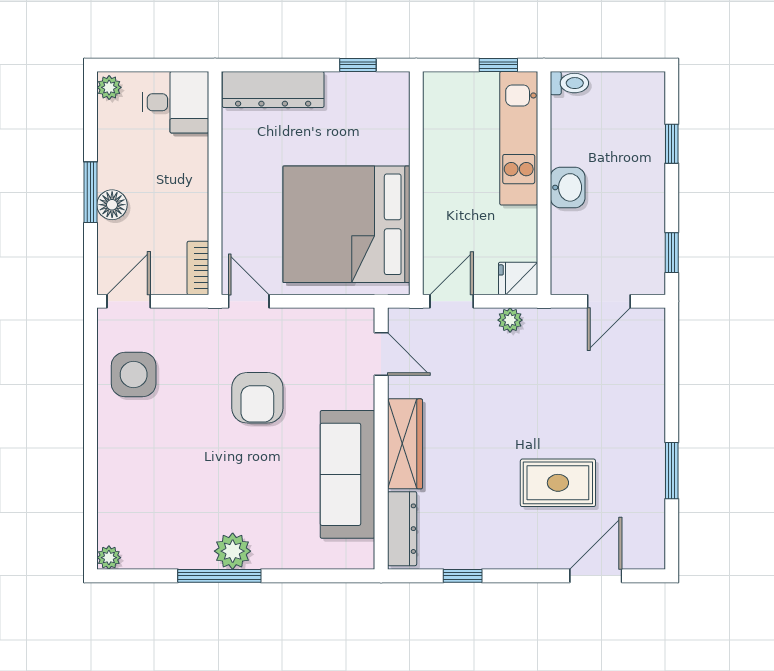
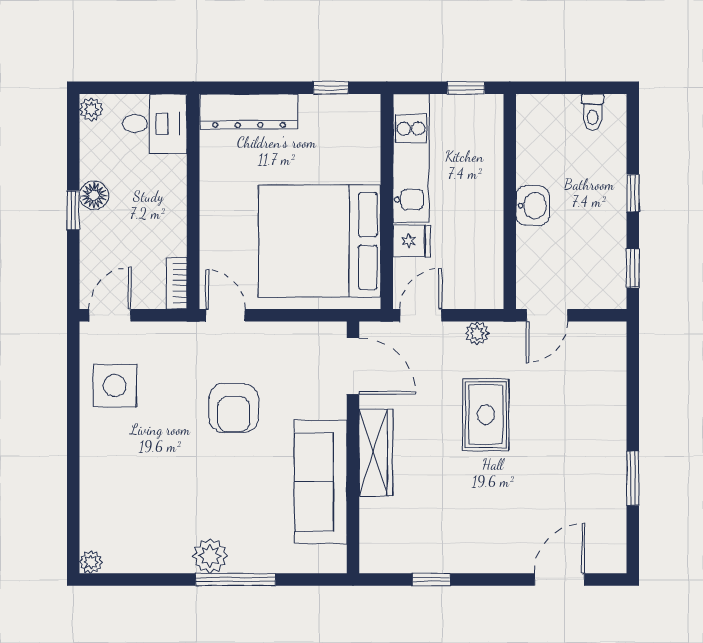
toilet: (569, 83) -> (593, 112), moved, turned 90
kitchen unit: (519, 138) -> (411, 158), moved, turned 180
window: (672, 144) -> (633, 193), moved
window: (91, 192) -> (73, 210), width x0.67
floor lamp: (112, 205) -> (94, 195), moved
fridge: (518, 278) -> (412, 241), moved, turned 180
door: (609, 301) -> (547, 315), moved
door: (381, 354) -> (353, 366), width x1.38
rug: (558, 483) -> (486, 415), moved, turned 90
dresser: (402, 529) -> (373, 534), removed
window: (219, 576) -> (236, 580), moved

